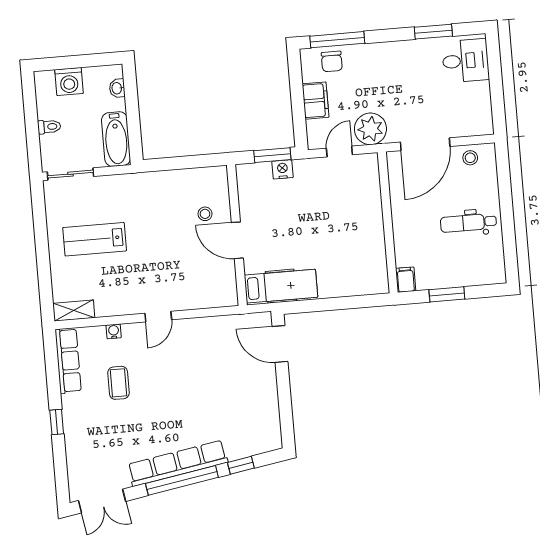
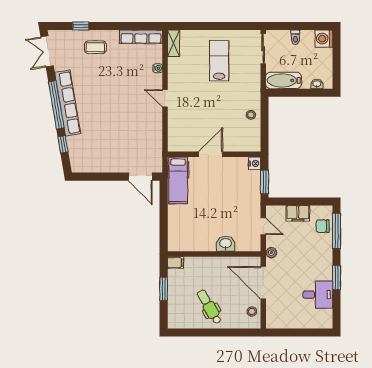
window: (433, 32) -> (337, 278), moved
desk: (466, 61) -> (318, 295), moved, turned -90
washing machine: (69, 81) -> (324, 39), moved
plant: (370, 129) -> (271, 253), width x0.53, depth x0.53
nightstand: (283, 169) -> (255, 163), moved
washbasin: (371, 206) -> (226, 244), added
stool: (205, 214) -> (251, 115), moved
dental chair: (468, 223) -> (209, 307), turned -30
door: (280, 344) -> (140, 177), swing flipped
coffee table: (118, 383) -> (95, 47), moved
window: (57, 422) -> (81, 26), moved

